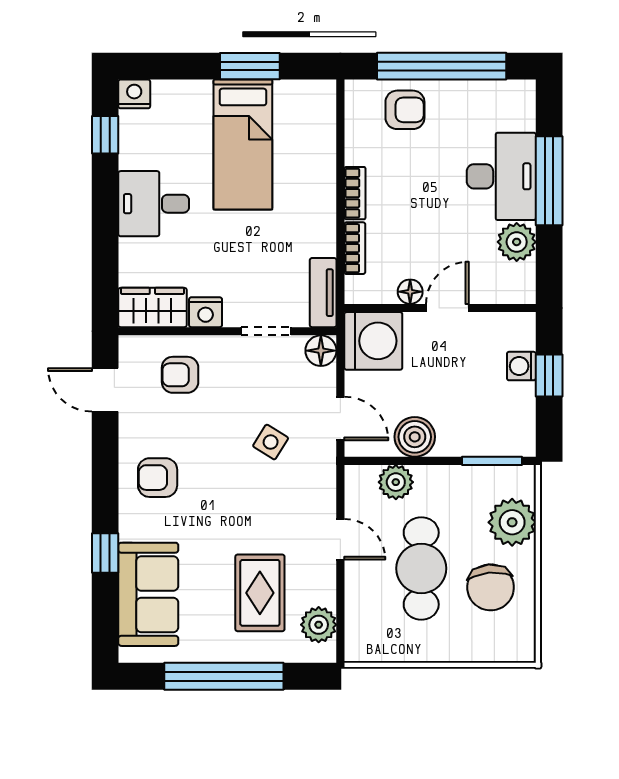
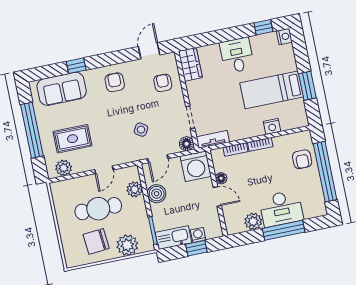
nightstand: (206, 312) -> (272, 126), moved, turned -90
kitchen sink: (516, 420) -> (173, 238), added

